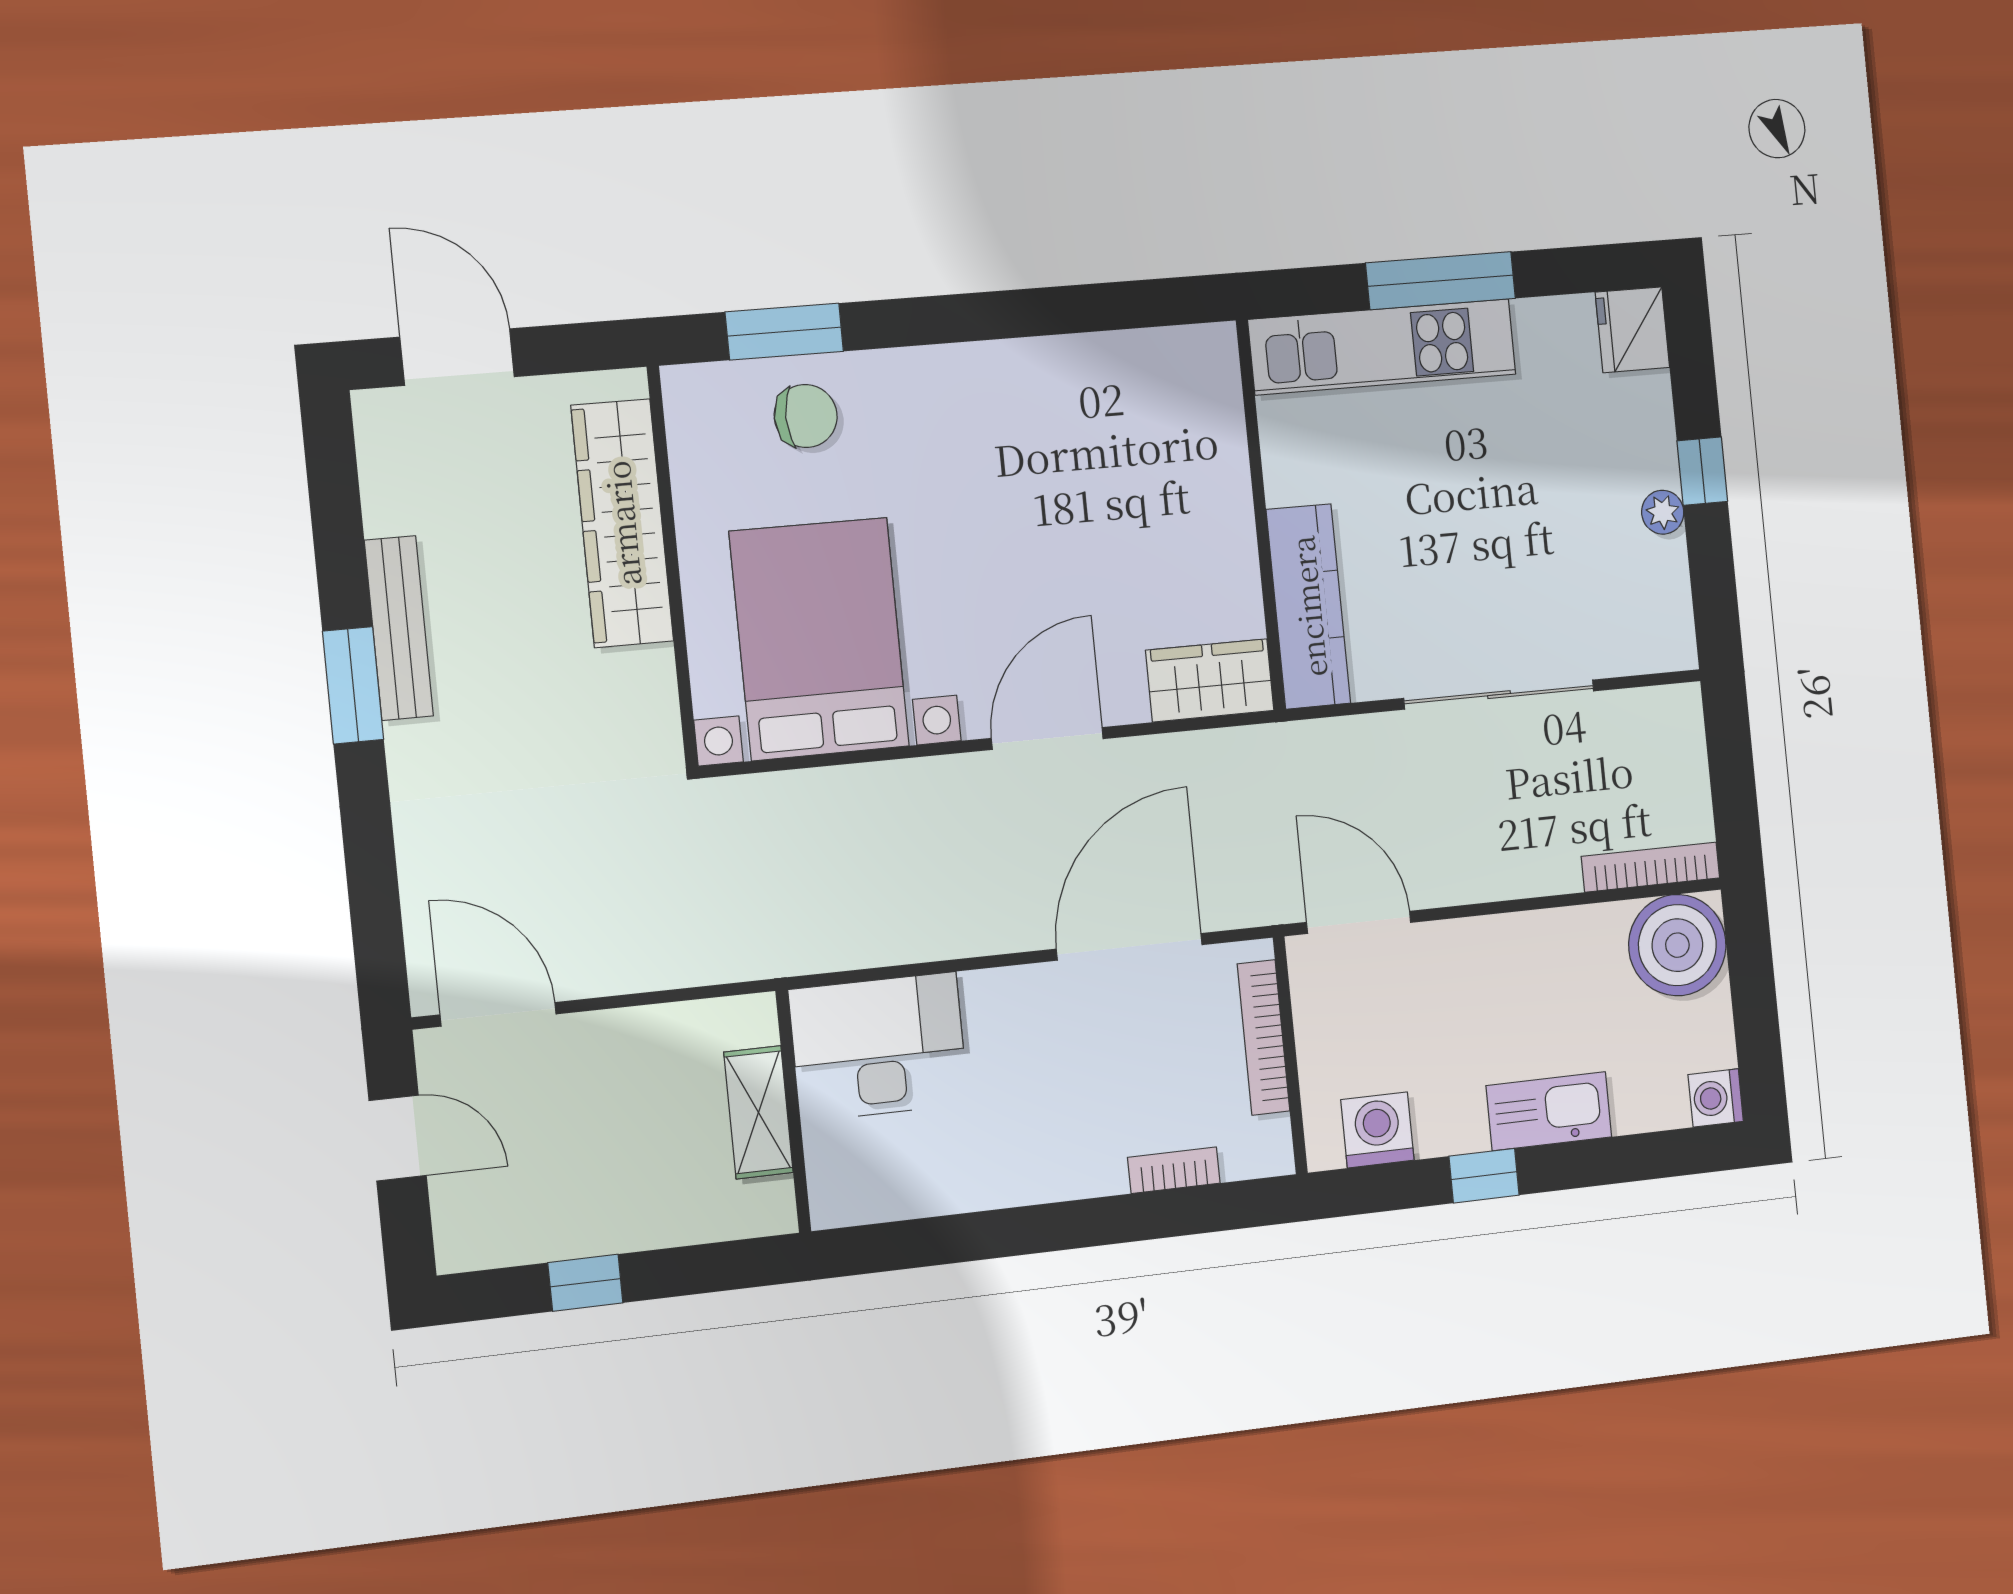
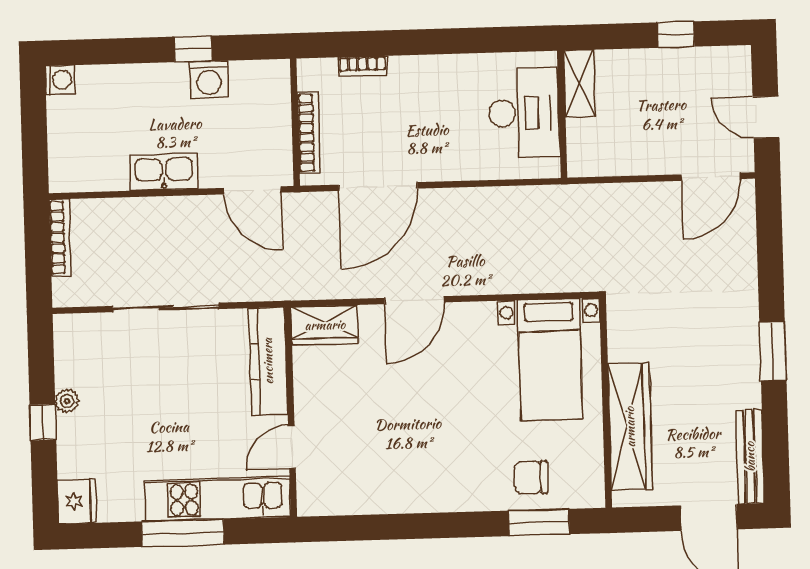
door: (1254, 450) -> (292, 447), added
bench: (399, 628) -> (750, 457), moved
bed with nightstands: (819, 639) -> (550, 360), width x0.73
bookcase: (1651, 867) -> (60, 238), moved, turned -90
boiler: (1677, 945) -> (76, 165), removed
door: (498, 1014) -> (711, 177), hinge flipped
desk: (879, 1047) -> (524, 113), moved, turned -90
kitchen sink: (1549, 1111) -> (164, 172), moved, turned 180
shelving: (758, 1112) -> (579, 83), moved
washing machine: (1377, 1130) -> (209, 80), moved

